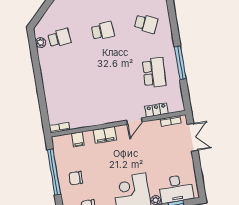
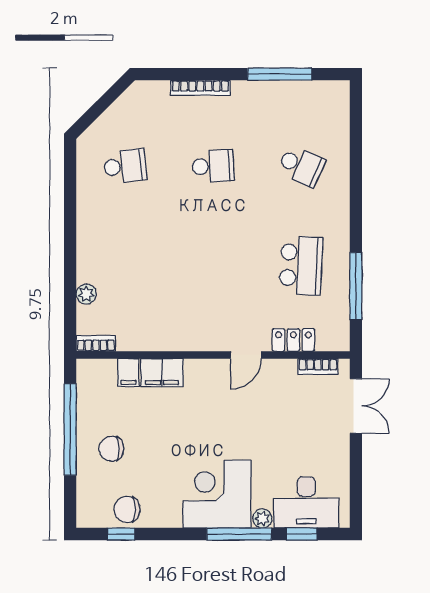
plant: (41, 43) -> (86, 294), moved
window: (180, 63) -> (356, 286), moved
filing cabinet: (105, 135) -> (162, 373), moved

